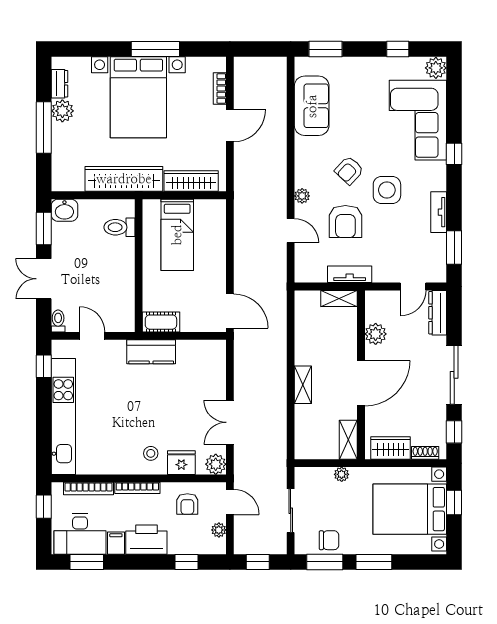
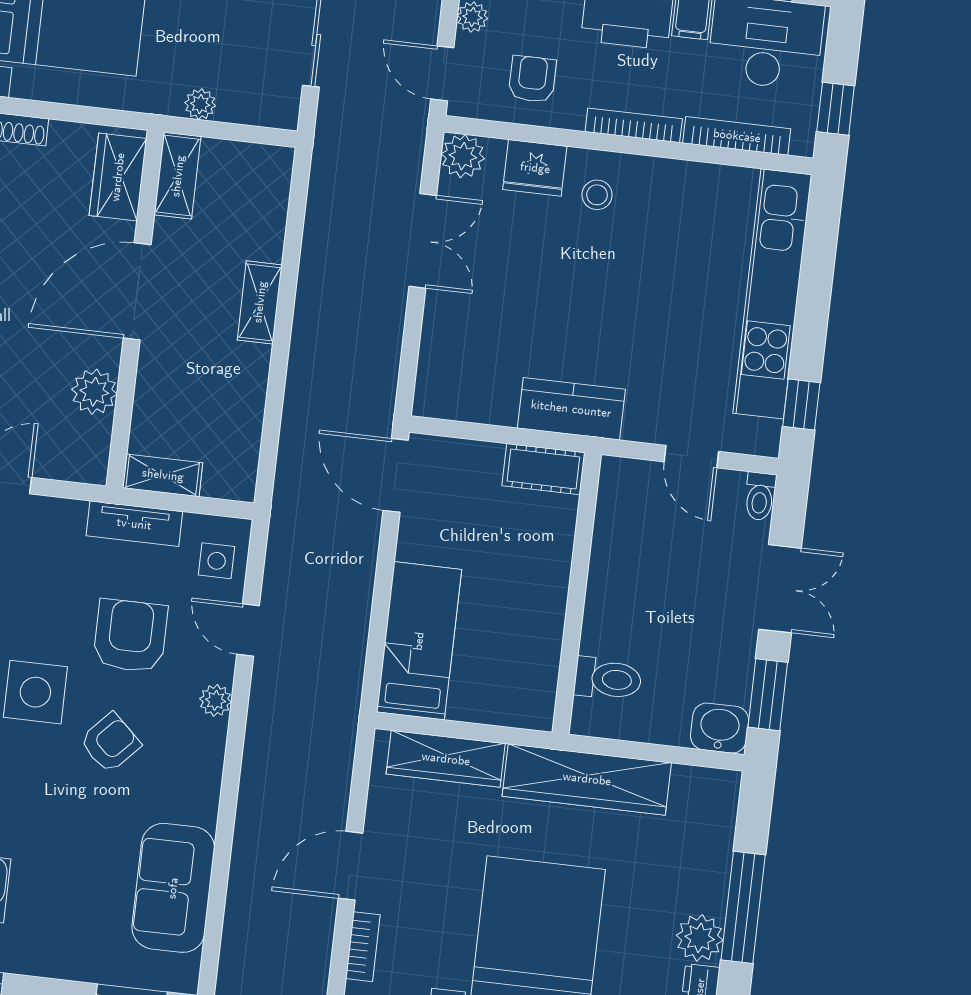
bed: (177, 235) -> (419, 641), moved
side table: (309, 261) -> (217, 561), added
wardrobe: (391, 448) -> (118, 177), moved, turned 90

